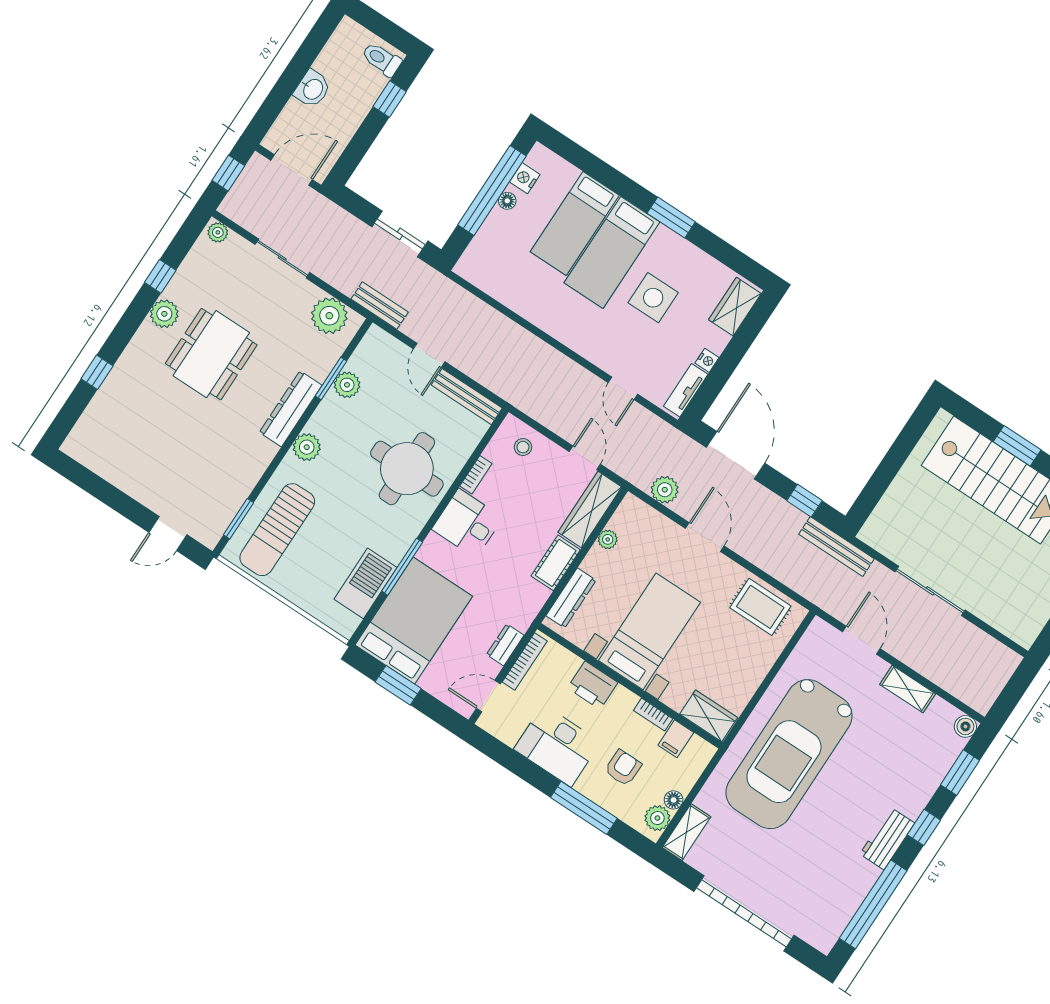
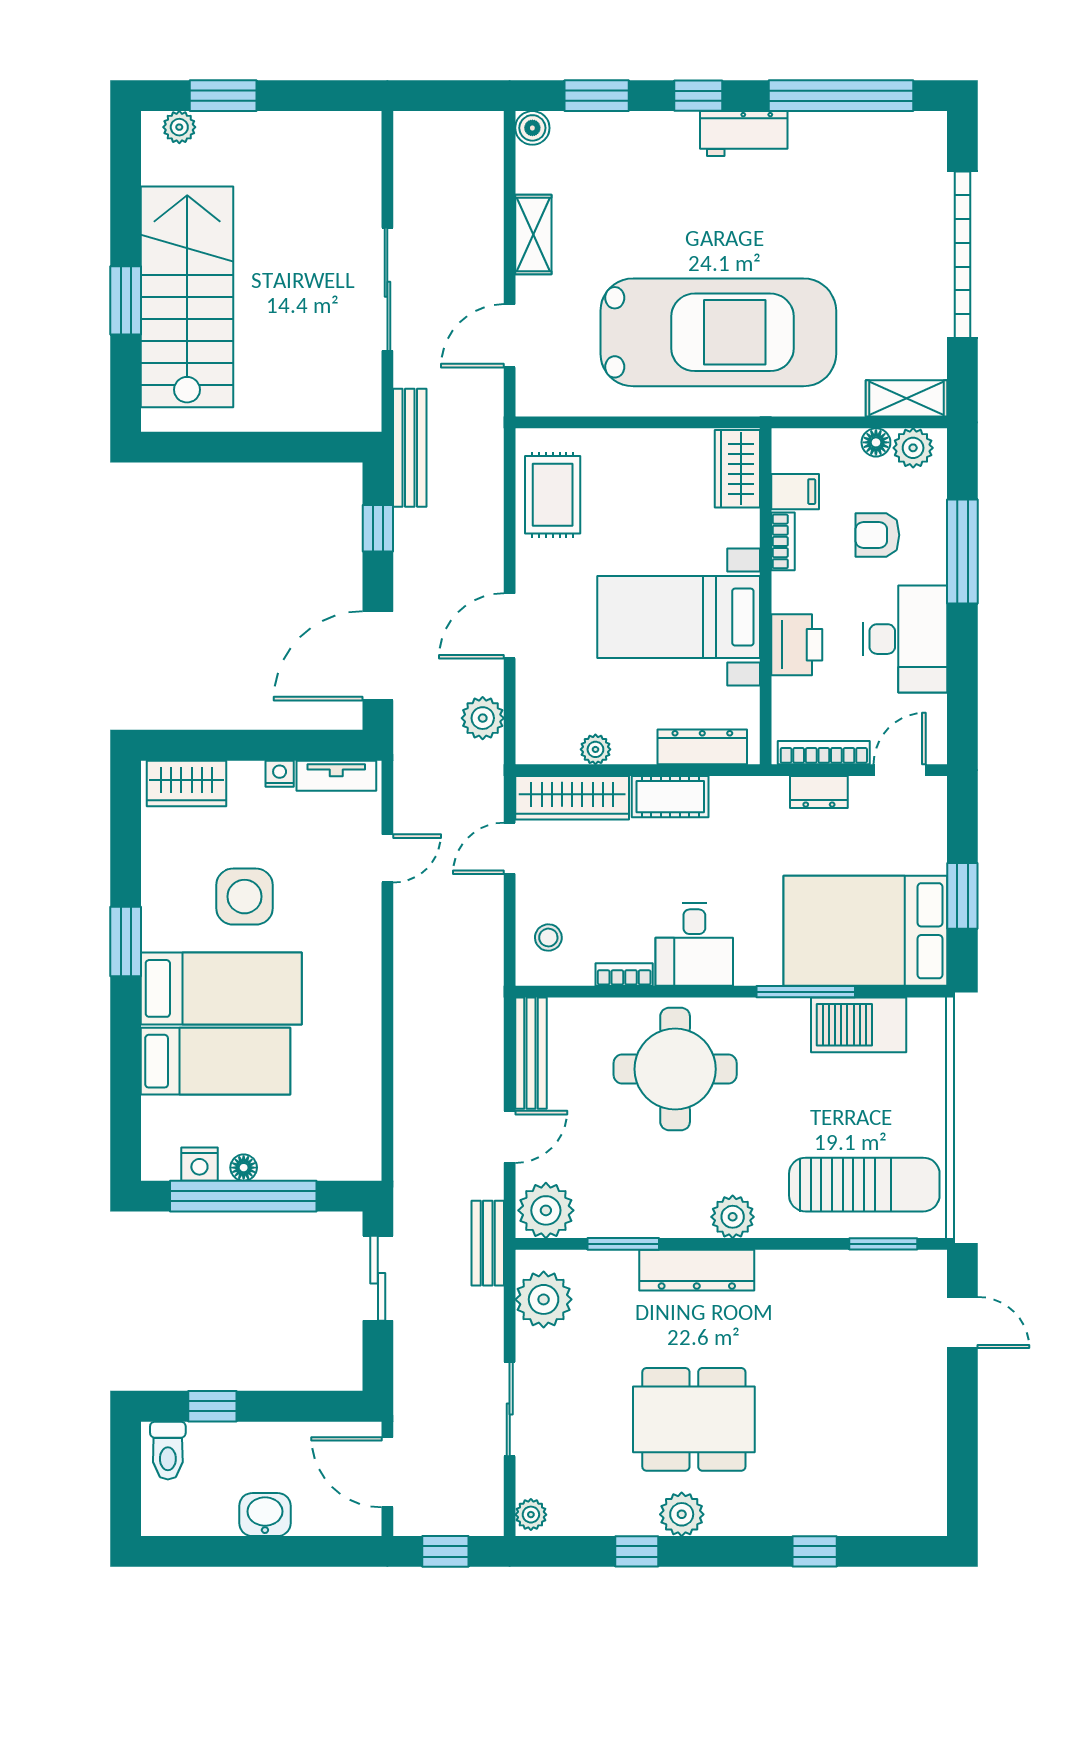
plant: (347, 385) -> (546, 1210), moved, width x1.36, depth x1.36
door: (488, 696) -> (900, 770), swing flipped

